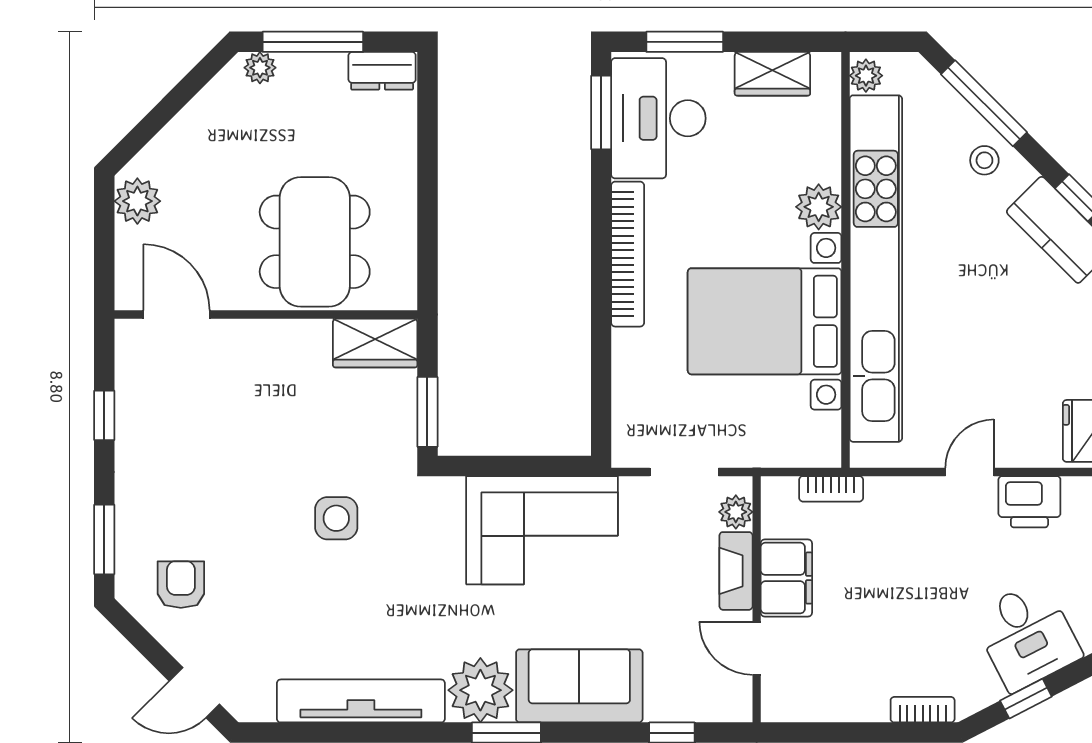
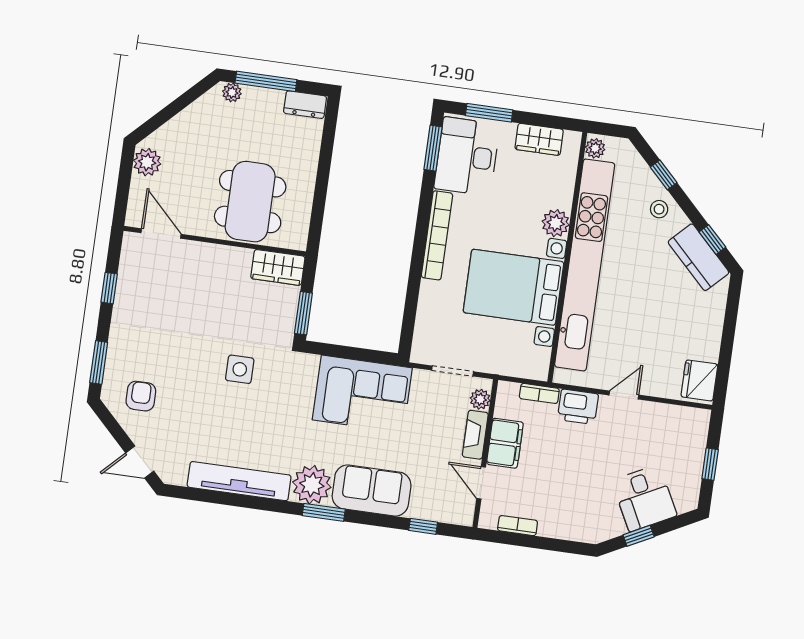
window: (984, 103) -> (664, 175), width x0.46
printer: (1029, 502) -> (578, 407), moved
bookcase: (923, 710) -> (518, 526), moved

